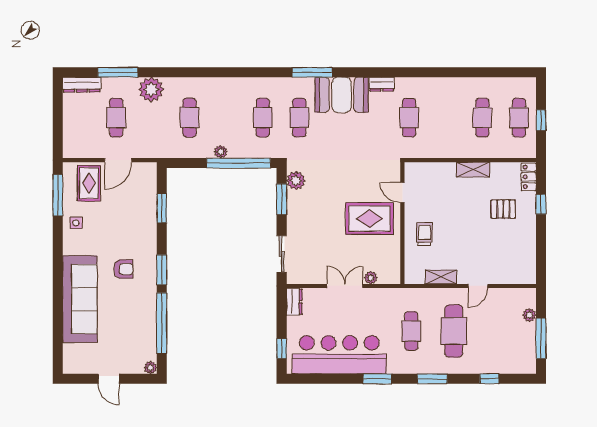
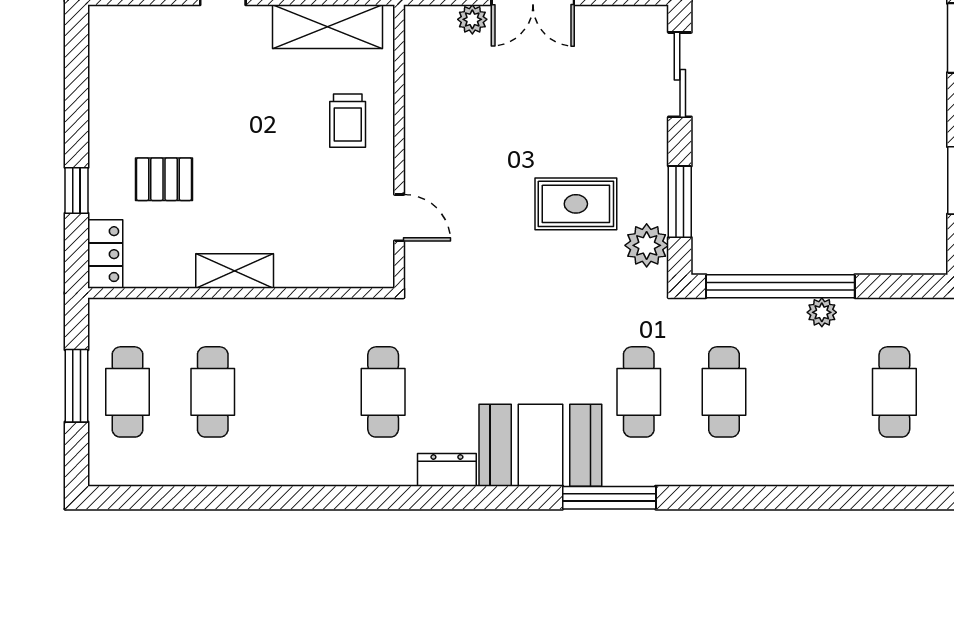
window: (541, 120) -> (77, 386), width x1.50
rug: (369, 219) -> (576, 204), moved, width x0.73, depth x0.70
shelving: (441, 277) -> (327, 27), width x1.50, depth x1.33

